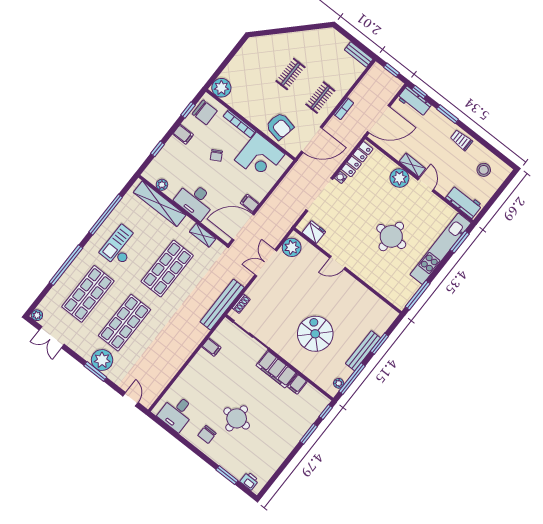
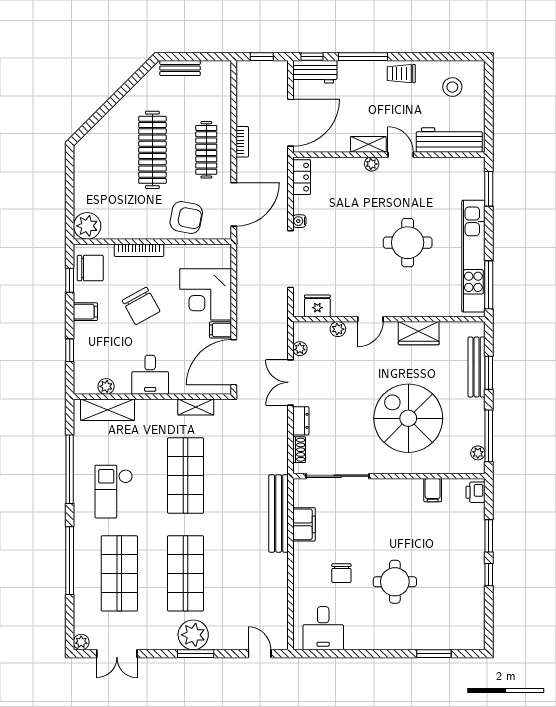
bench: (359, 54) -> (180, 68), moved
clothes rail: (291, 74) -> (152, 150), width x1.86, depth x1.31
clothes rail: (320, 98) -> (206, 150), width x1.36
window: (448, 114) -> (363, 57), width x1.44
chair: (216, 155) -> (141, 306), width x1.87, depth x1.87
corner desk: (260, 157) -> (206, 294), moved, turned 90
locker: (357, 159) -> (302, 177), width x0.66
plant: (399, 178) -> (372, 164), width x0.53, depth x0.53
desk: (195, 200) -> (150, 375), width x0.73
workbench: (464, 202) -> (449, 140), width x1.38
shelving: (160, 204) -> (108, 410), width x0.68
plant: (292, 247) -> (300, 349), width x0.53, depth x0.53
kitchen unit: (440, 249) -> (473, 256), moved
plant: (315, 254) -> (338, 329), added
dresser: (255, 288) -> (301, 421), added
wardrobe: (358, 291) -> (419, 333), added
bench: (222, 305) -> (279, 514), moved
spiral stairs: (315, 334) -> (408, 418), width x1.37, depth x1.37
filing cabinet: (211, 347) -> (304, 524), width x2.00
bench: (363, 351) -> (477, 367), moved
filing cabinet: (276, 369) -> (396, 492), removed
window: (326, 412) -> (489, 575), moved
chair: (207, 434) -> (341, 573), moved
printer: (249, 481) -> (476, 492), moved, turned -90

